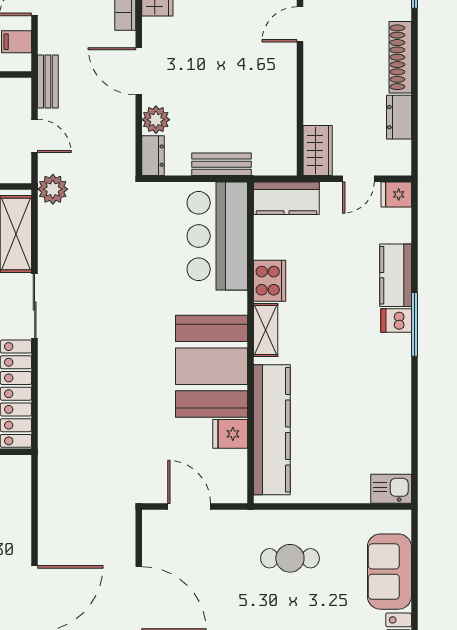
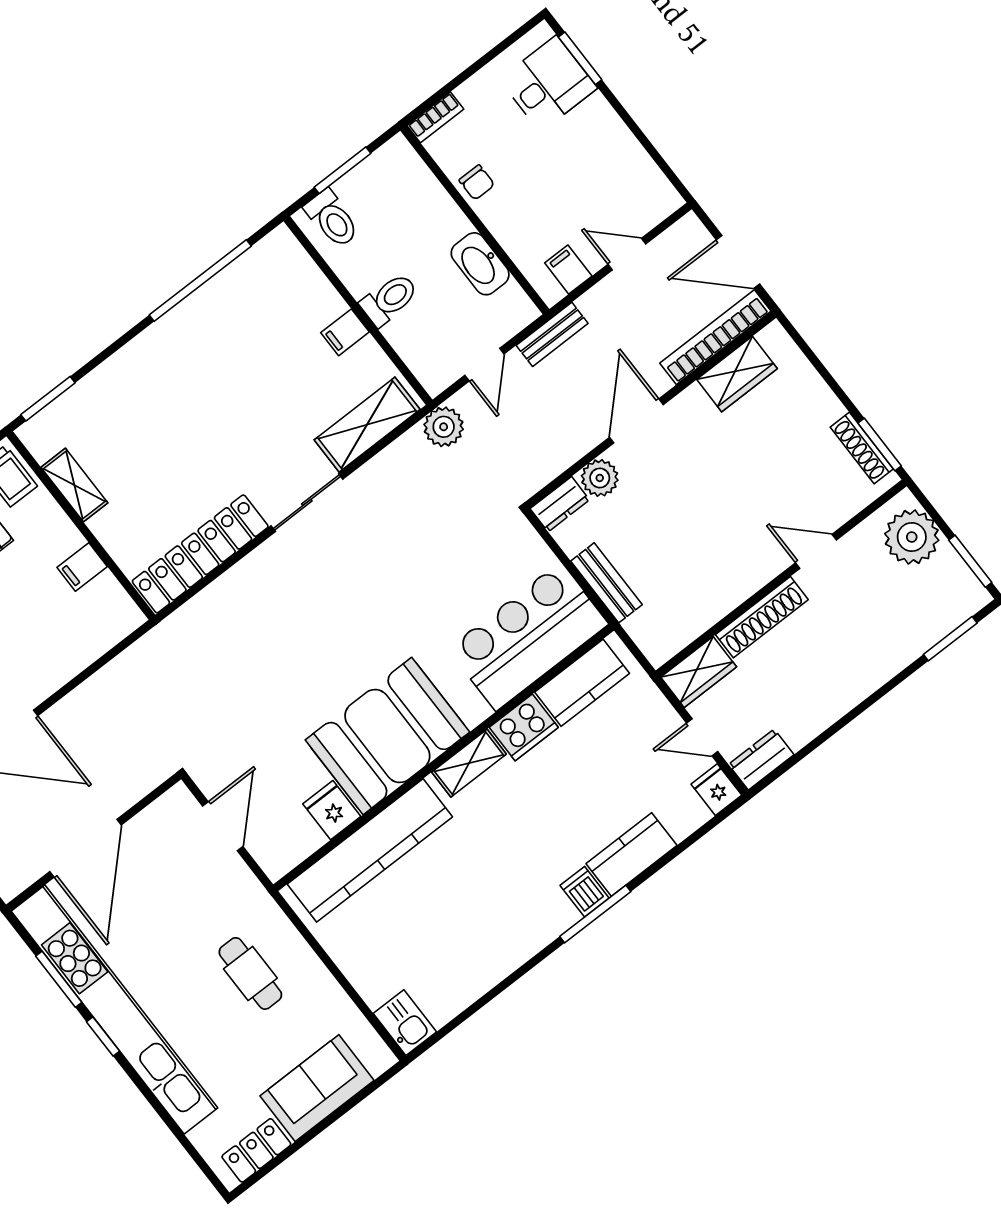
shoe rack: (400, 57) -> (762, 617), moved, turned 180
dresser: (399, 117) -> (761, 759), moved
kitchen counter: (286, 198) -> (582, 683), moved, turned -90

